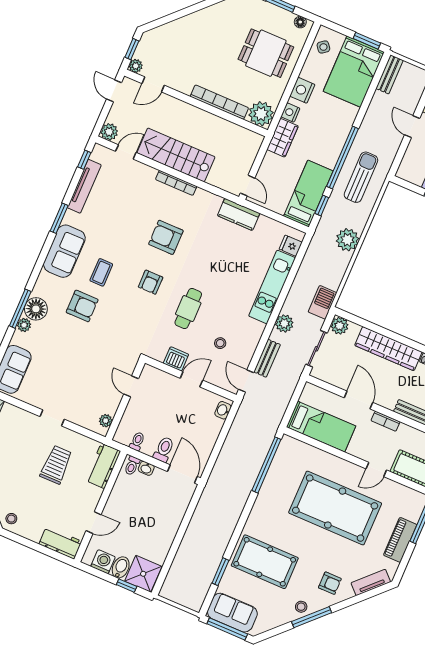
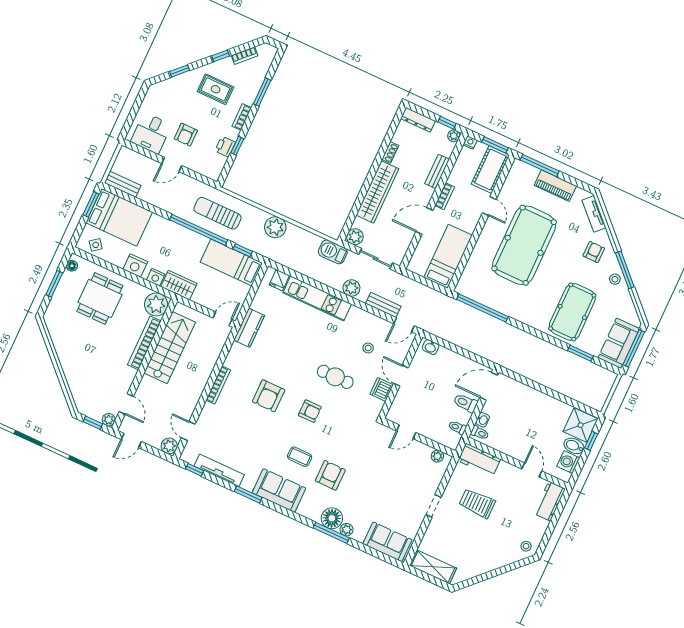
stairs: (176, 155) -> (170, 348), moved, turned 180

